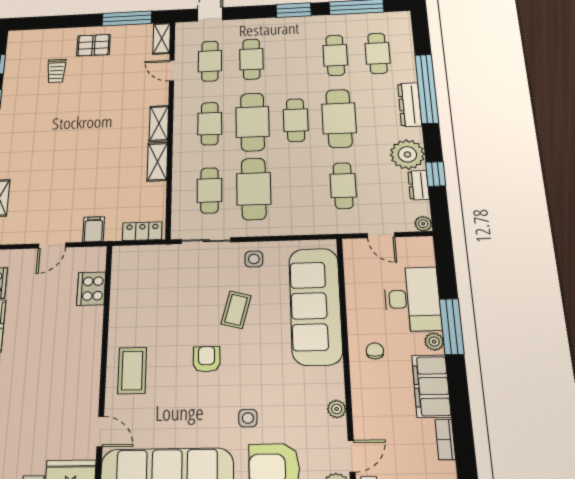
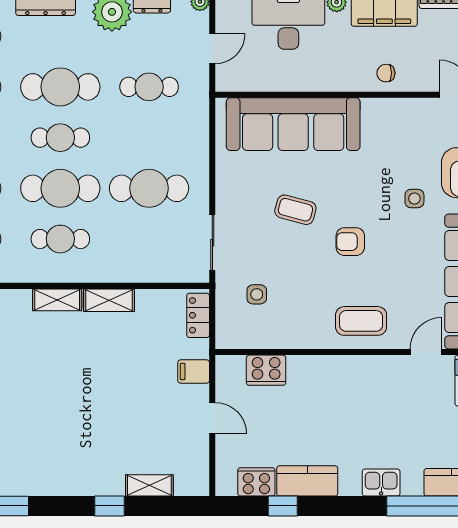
cafe table: (209, 190) -> (149, 239), removed
side table: (254, 259) -> (257, 294), moved
chair: (375, 351) -> (386, 73), moved
plant: (337, 409) -> (407, 107), removed

